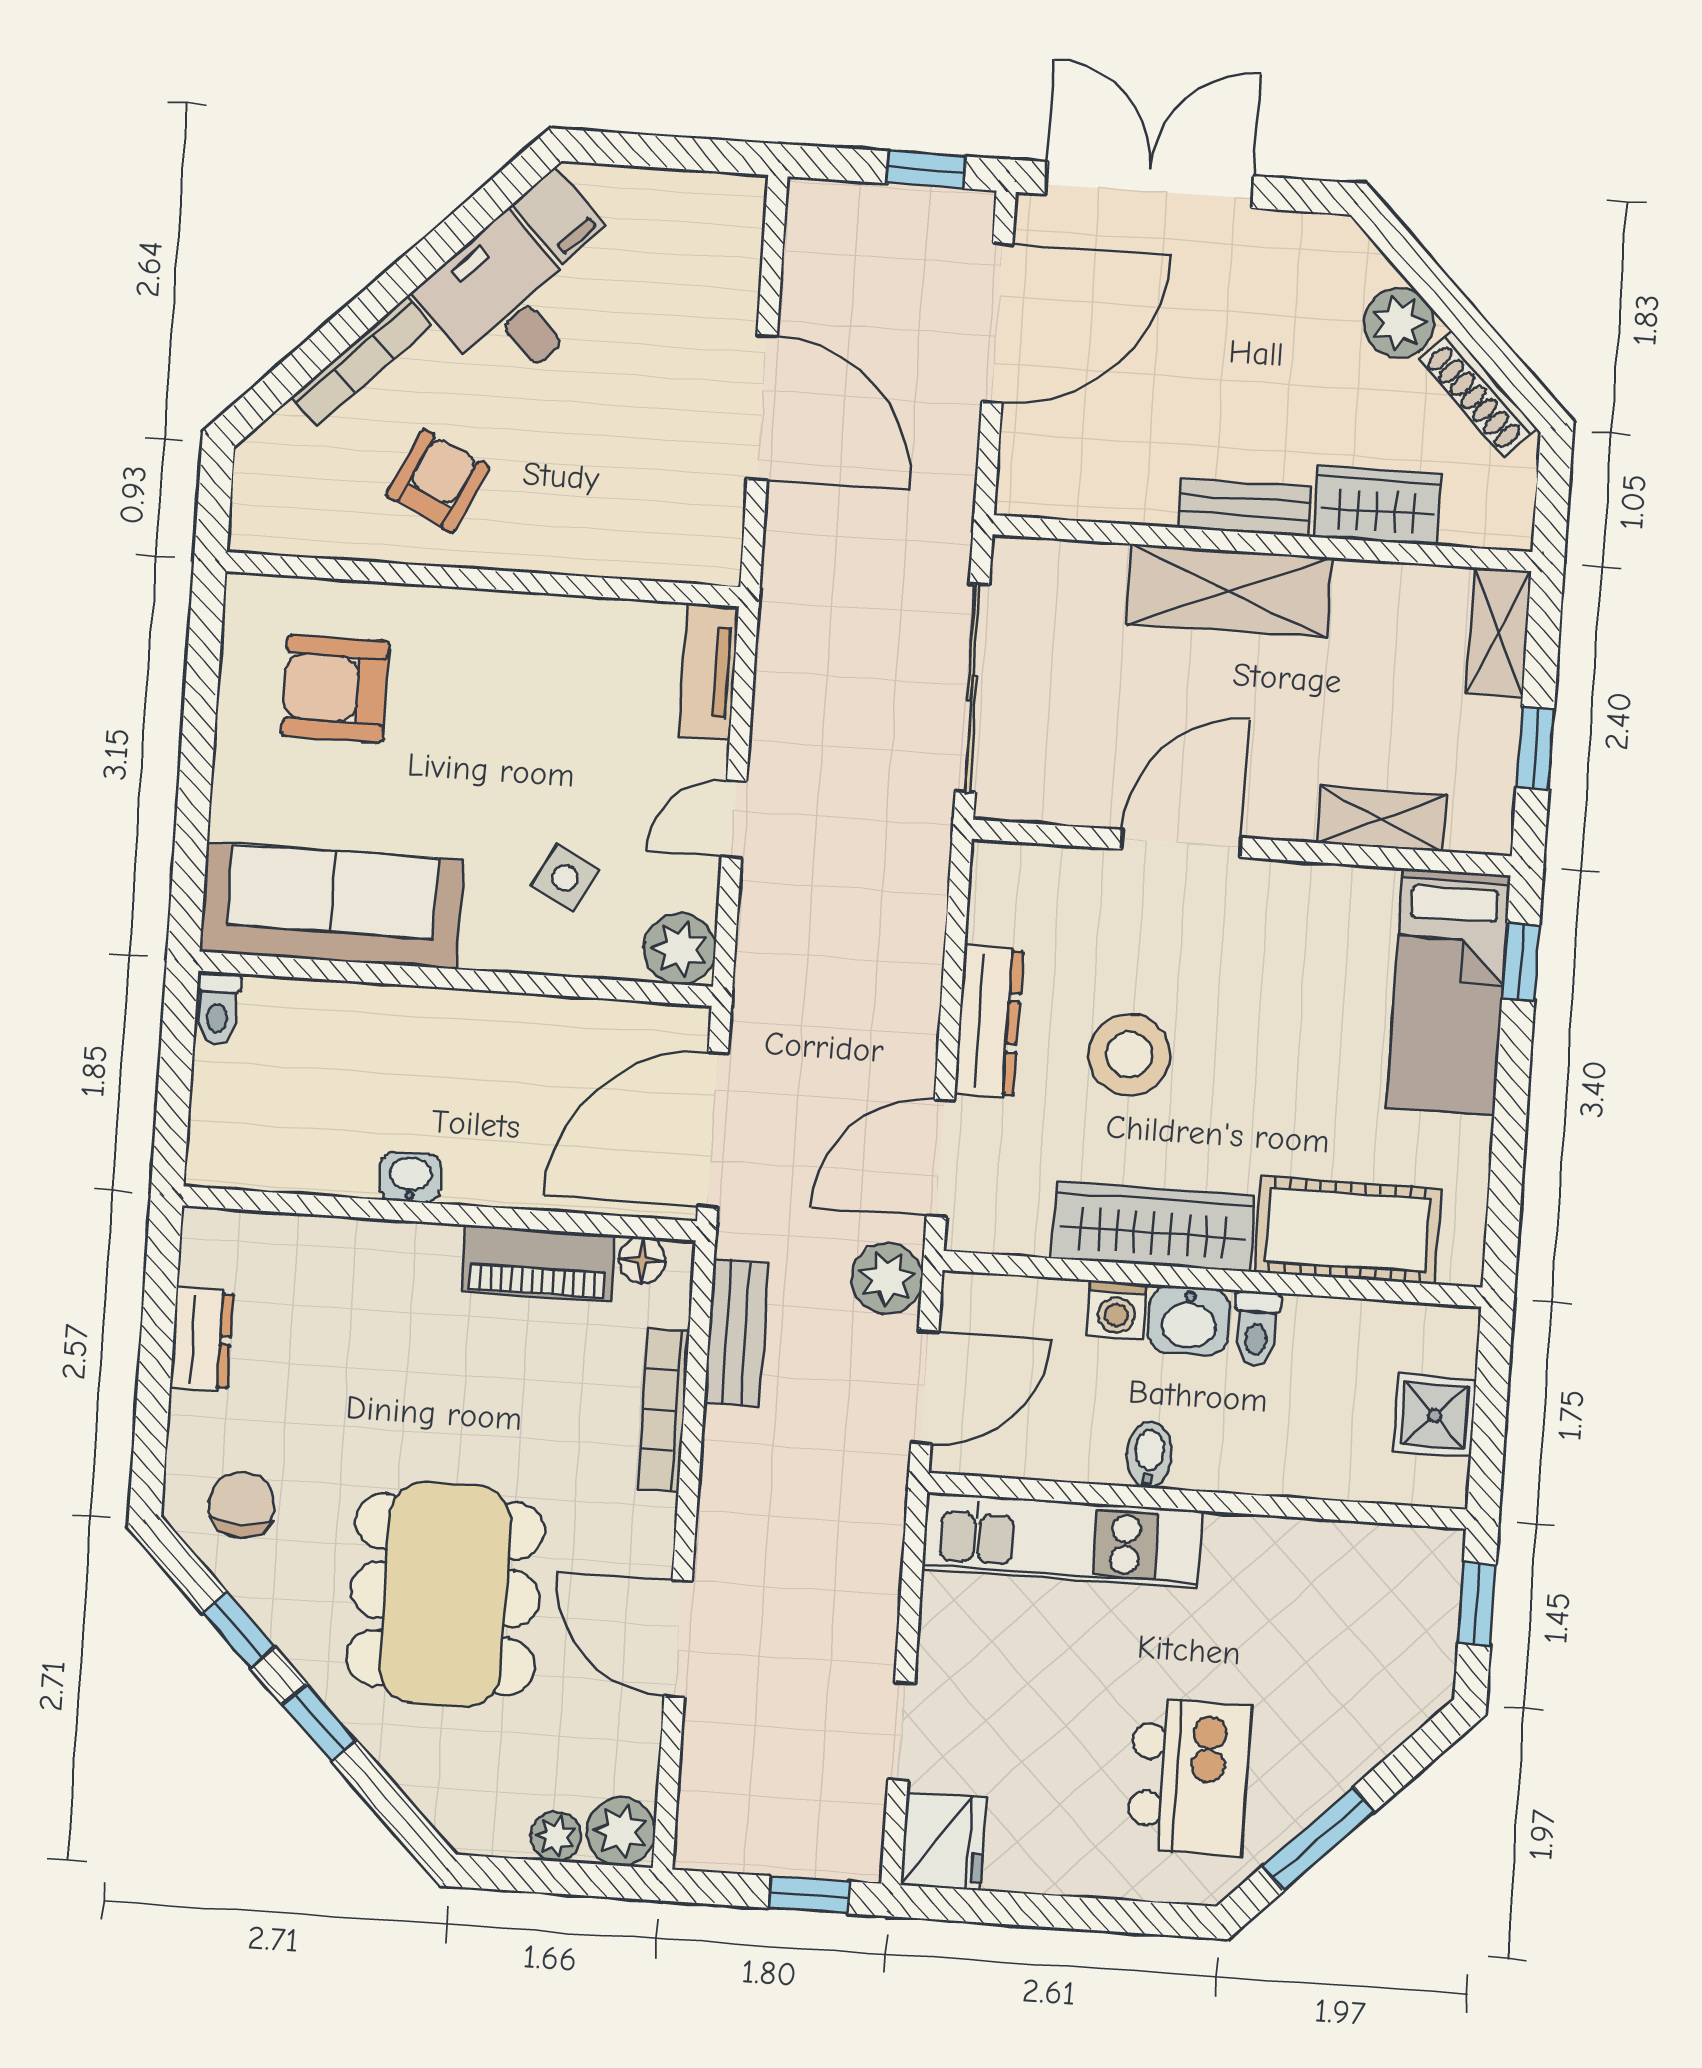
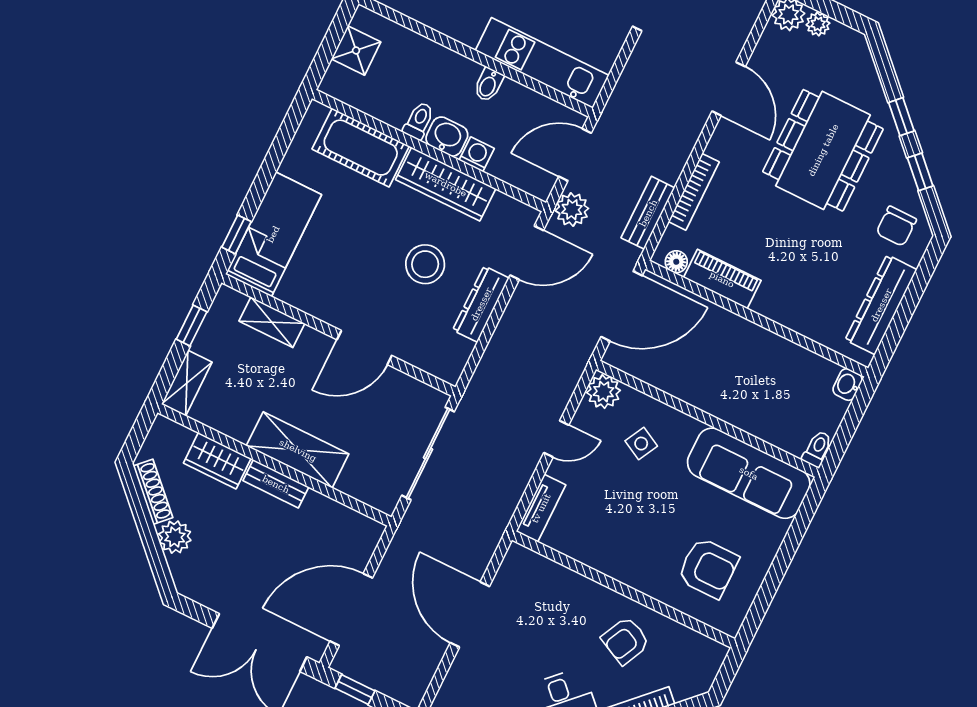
washbasin: (411, 1177) -> (848, 385), moved, turned 90
dresser: (202, 1339) -> (881, 305), width x1.96, depth x1.24

